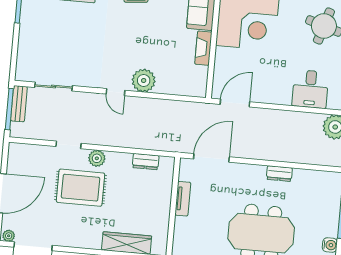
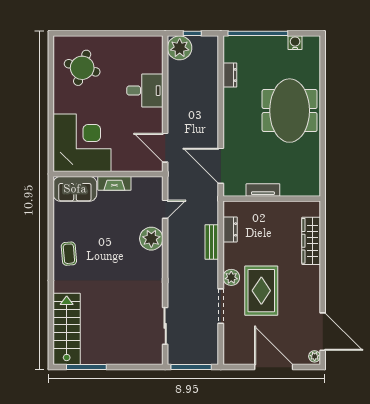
desk: (310, 89) -> (145, 91), moved
door: (115, 92) -> (165, 209), moved
bench: (19, 104) -> (212, 242), moved, turned 90
doorway: (68, 145) -> (221, 306), width x1.38
dresser: (279, 174) -> (230, 75), moved

